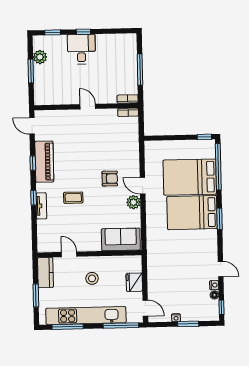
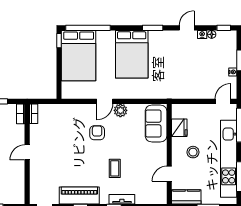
bed: (190, 177) -> (79, 56), moved
window: (219, 219) -> (153, 28), moved
fridge: (134, 282) -> (179, 128), moved, turned -90

